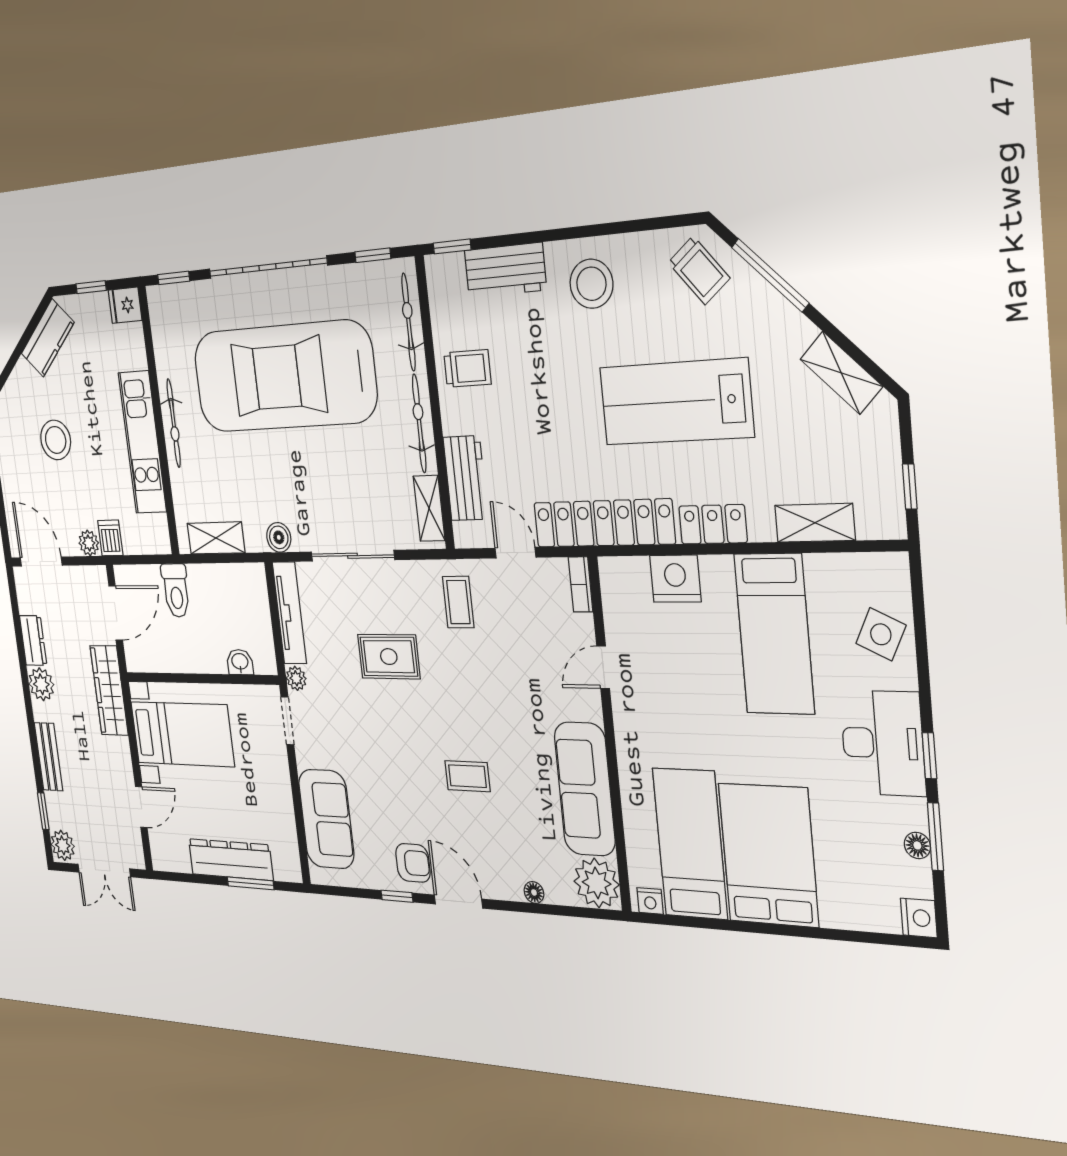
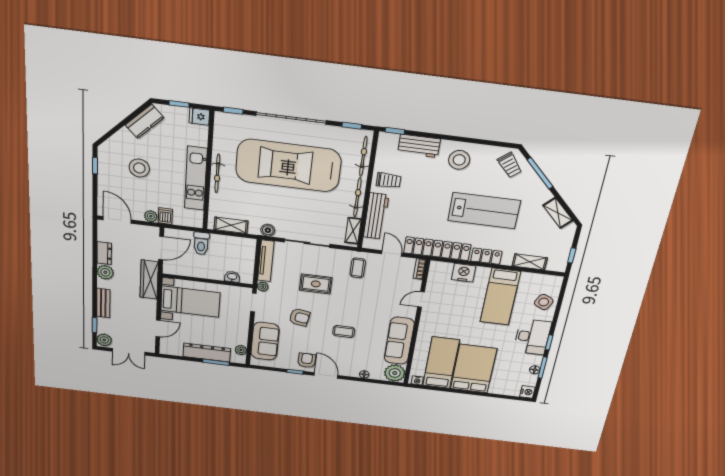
lab bench: (676, 402) -> (484, 211), turned 180
workbench: (465, 478) -> (376, 216), width x1.38
armchair: (376, 748) -> (299, 317), added
plant: (288, 847) -> (241, 350), added
armchair: (413, 863) -> (307, 360), turned -90

